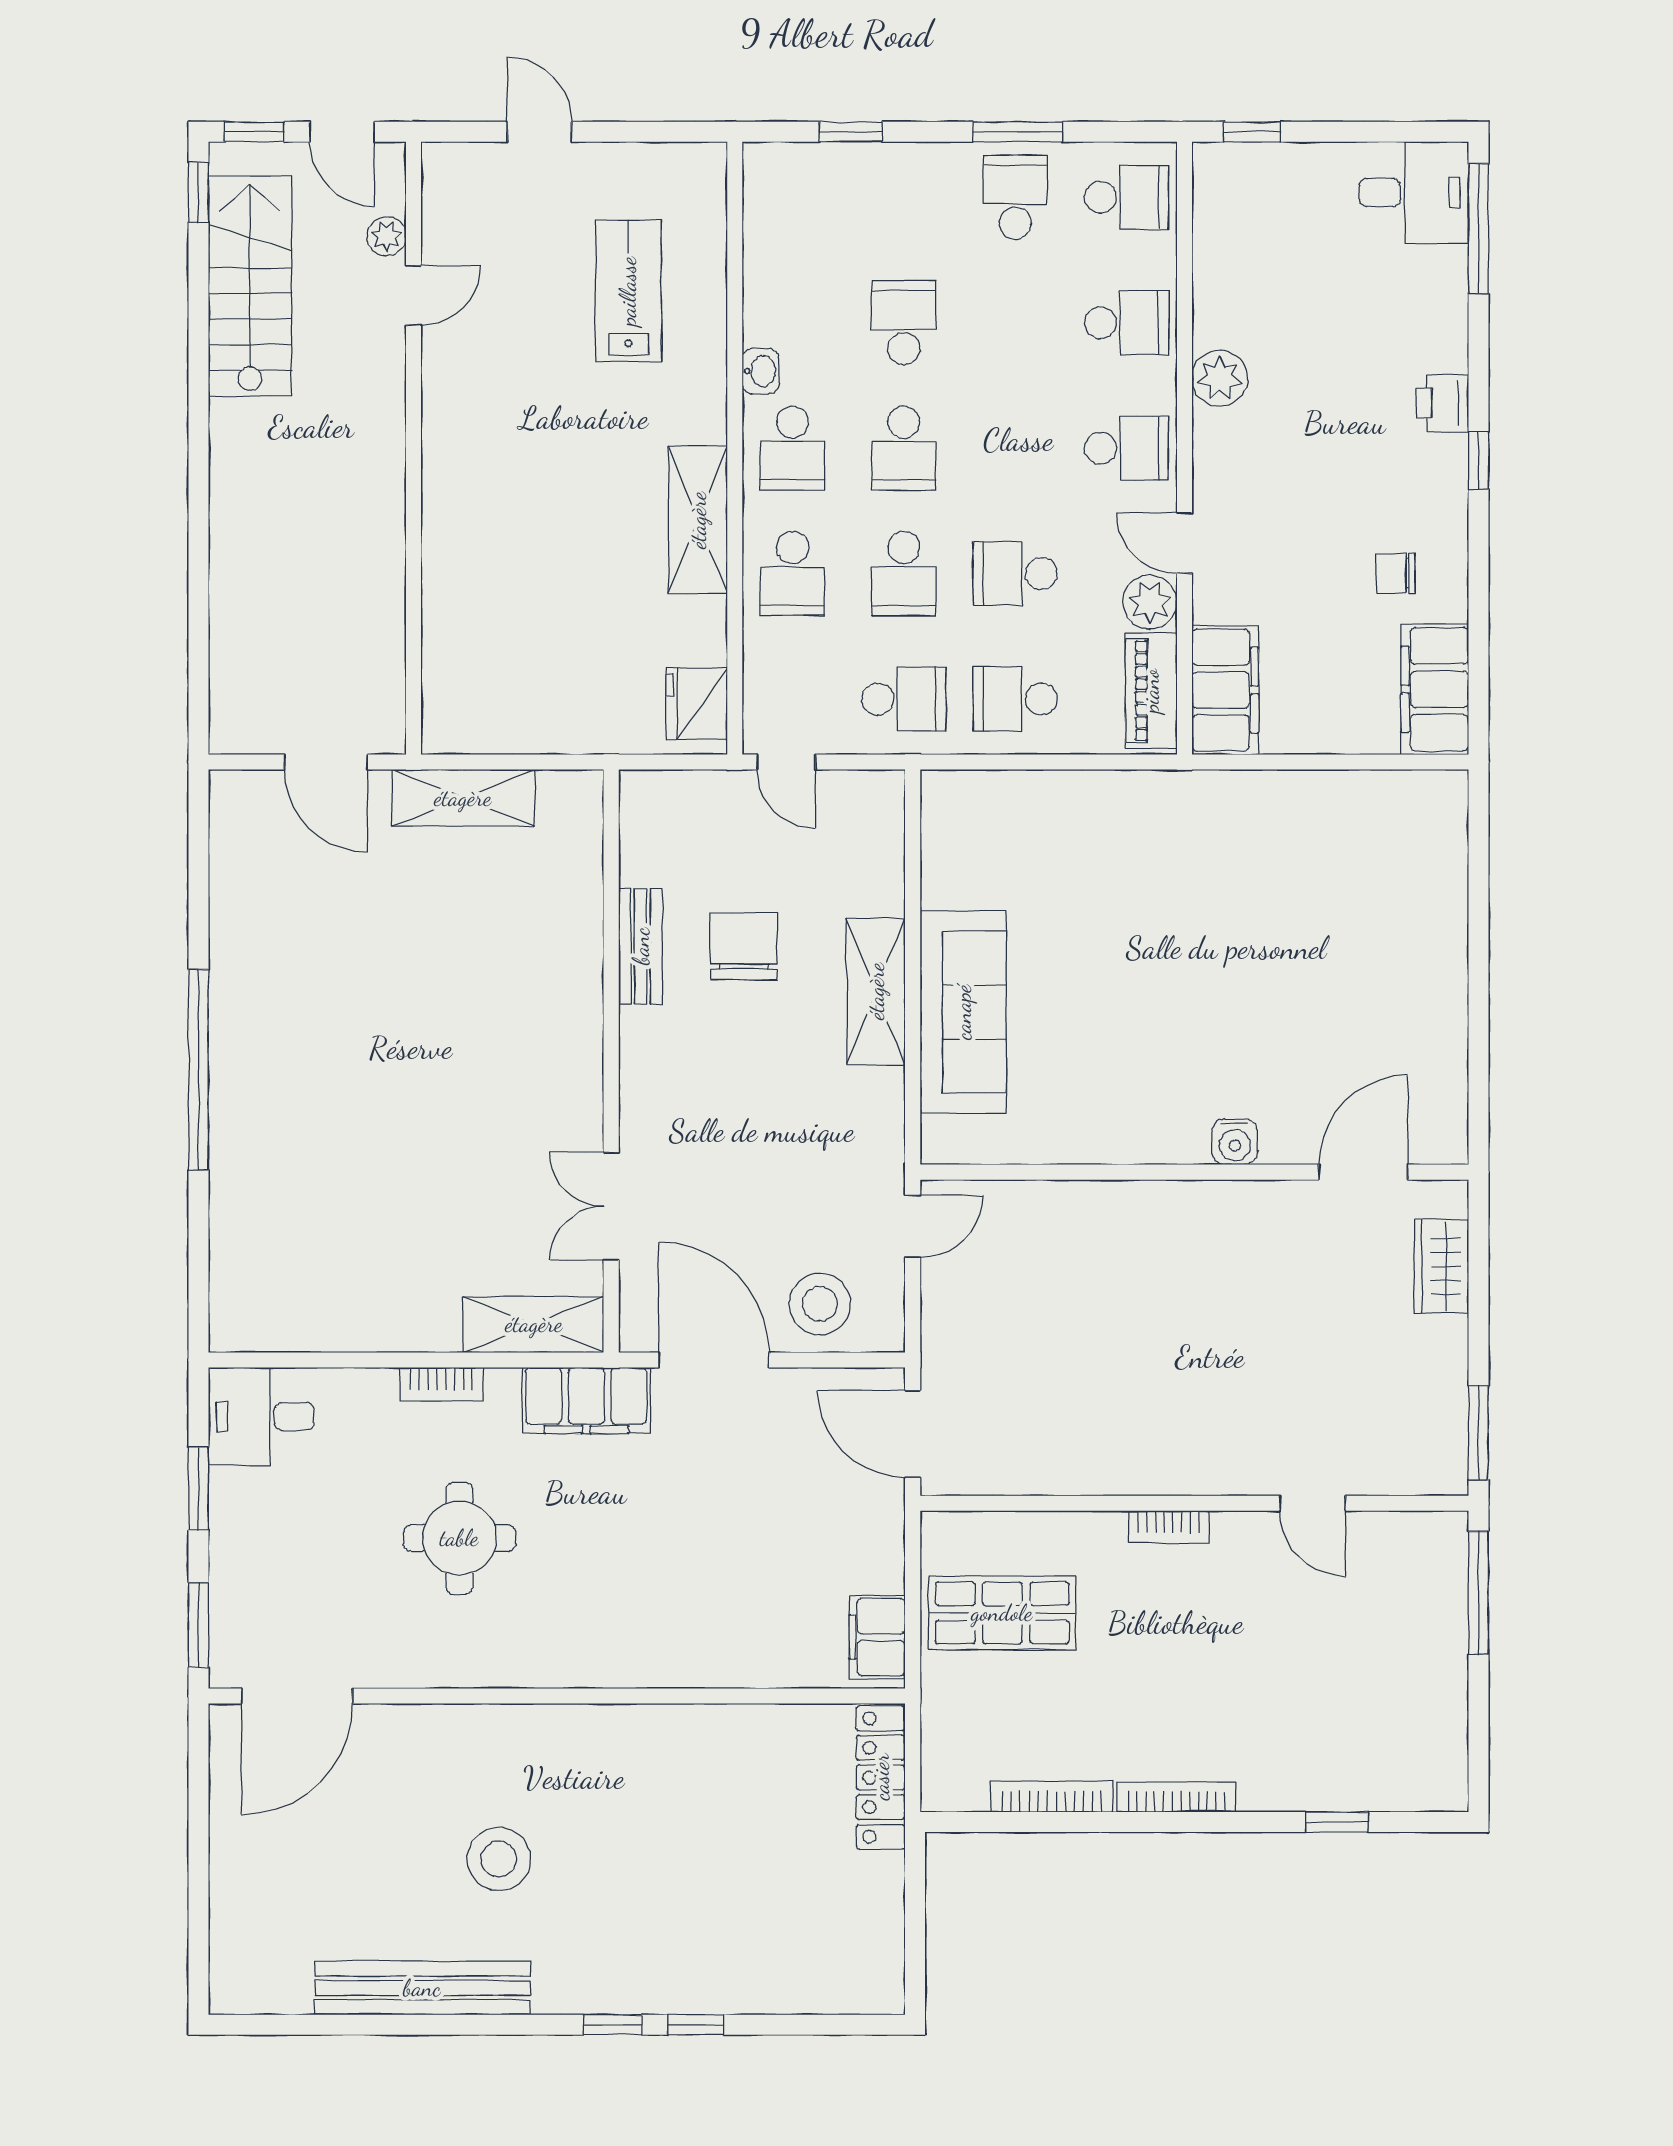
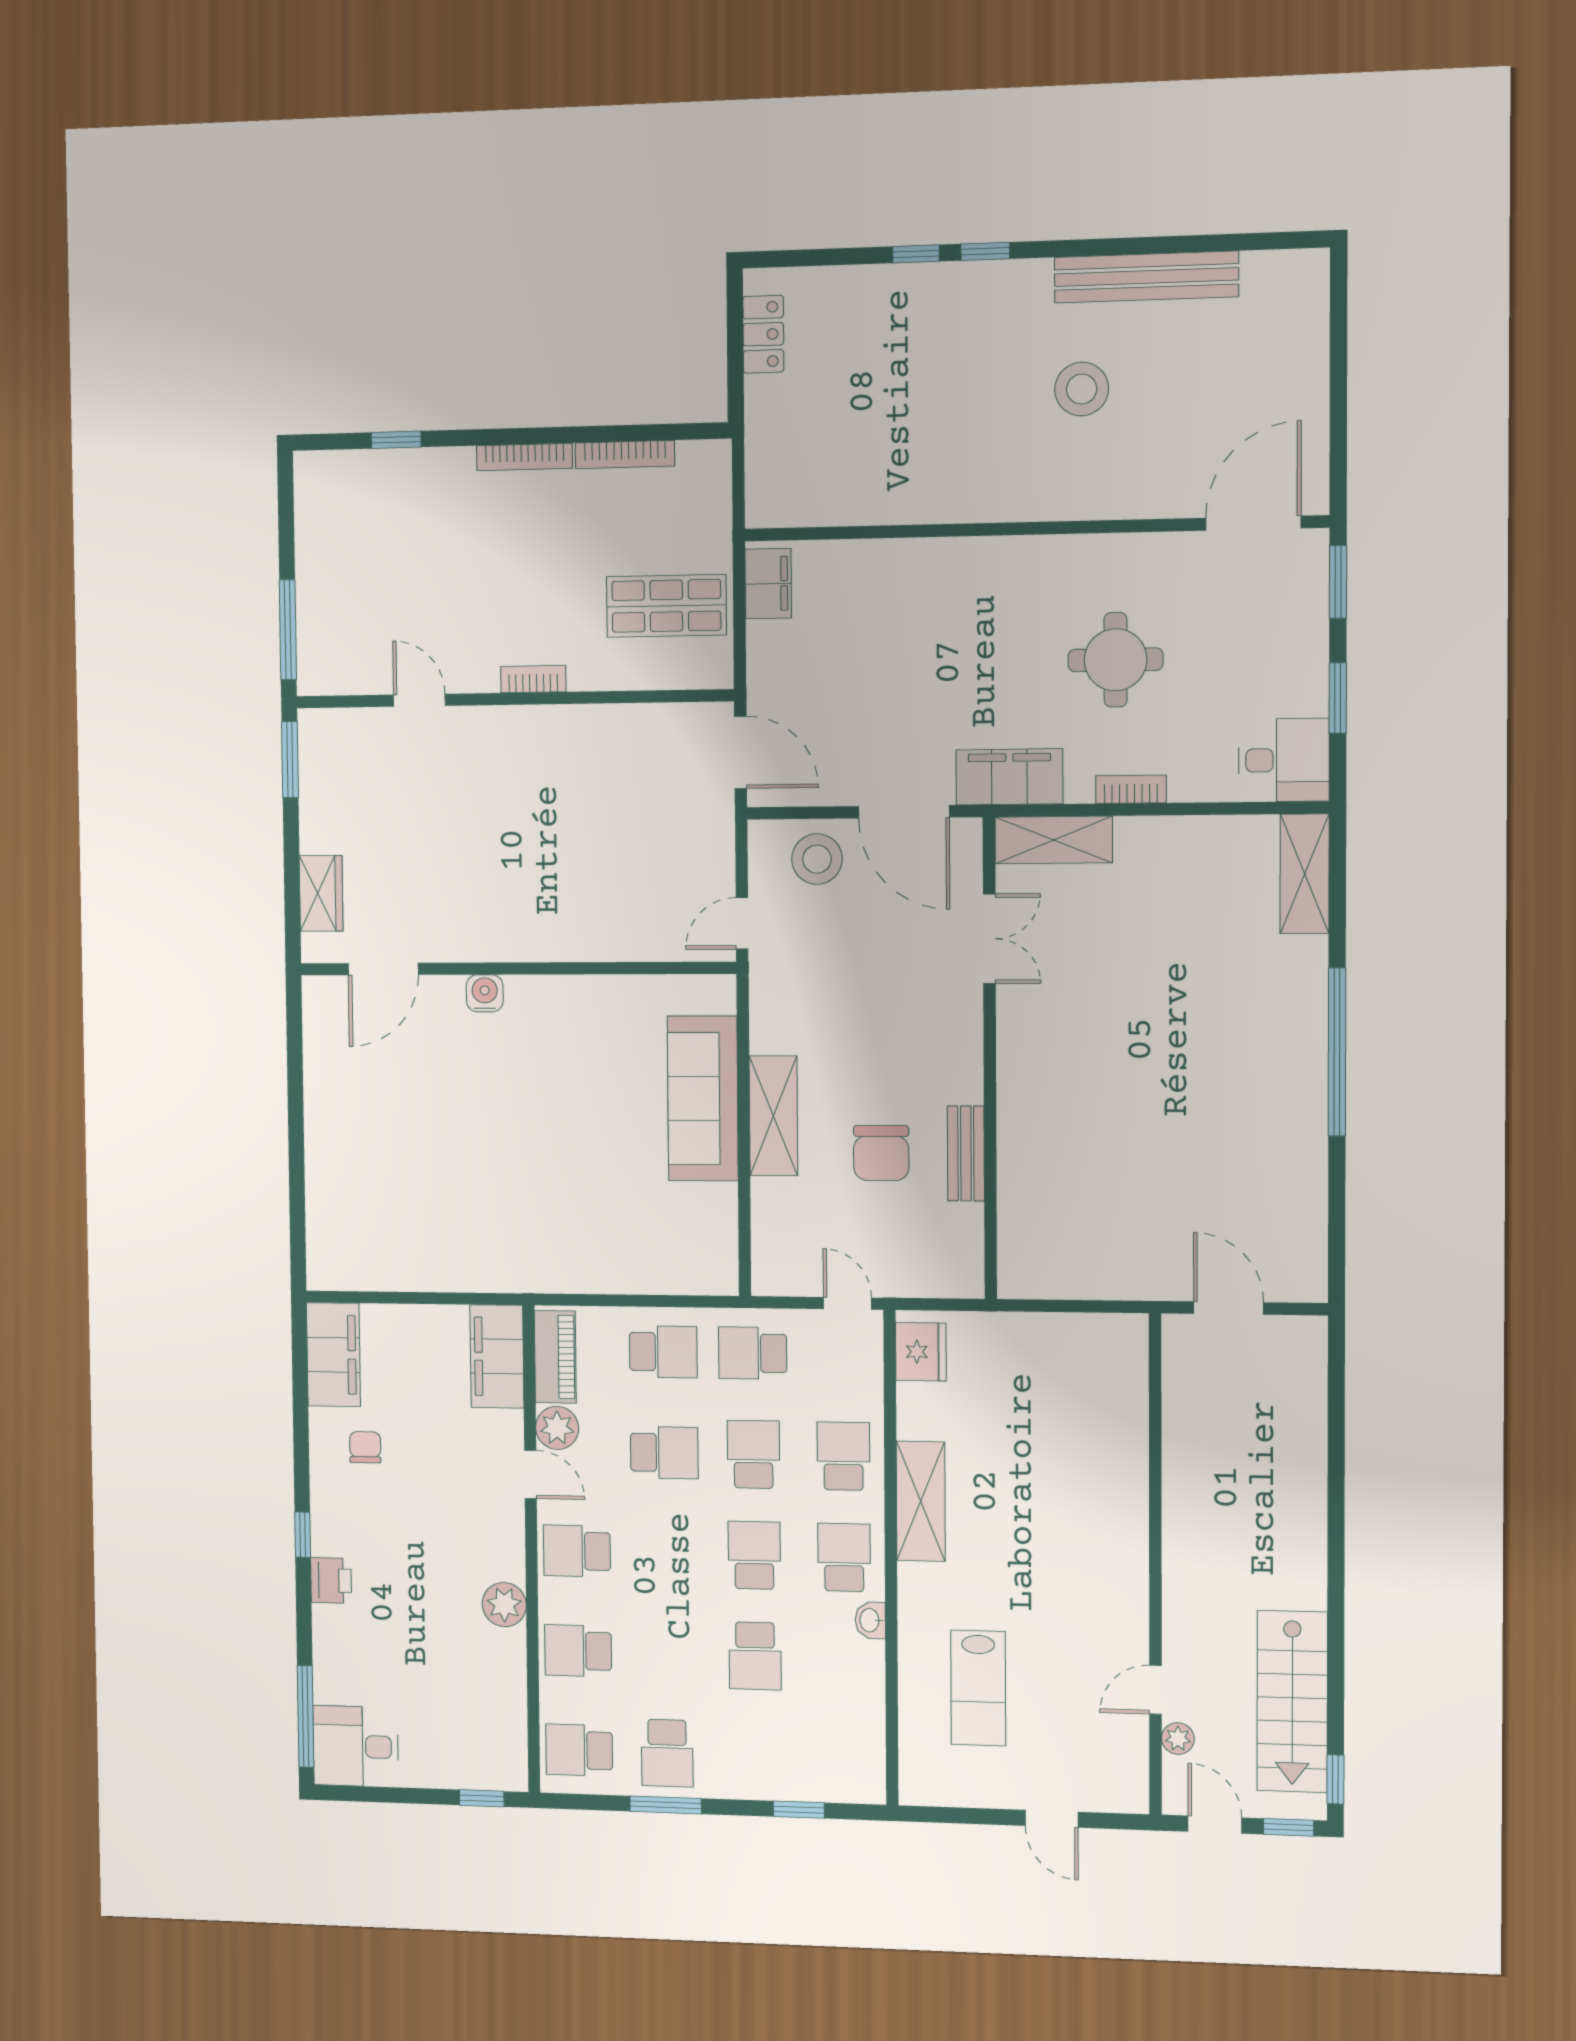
chair: (1396, 573) -> (365, 1447), turned -90
shelving: (463, 798) -> (1305, 874), moved, turned 90
locker: (881, 1777) -> (763, 334), moved, width x0.66

